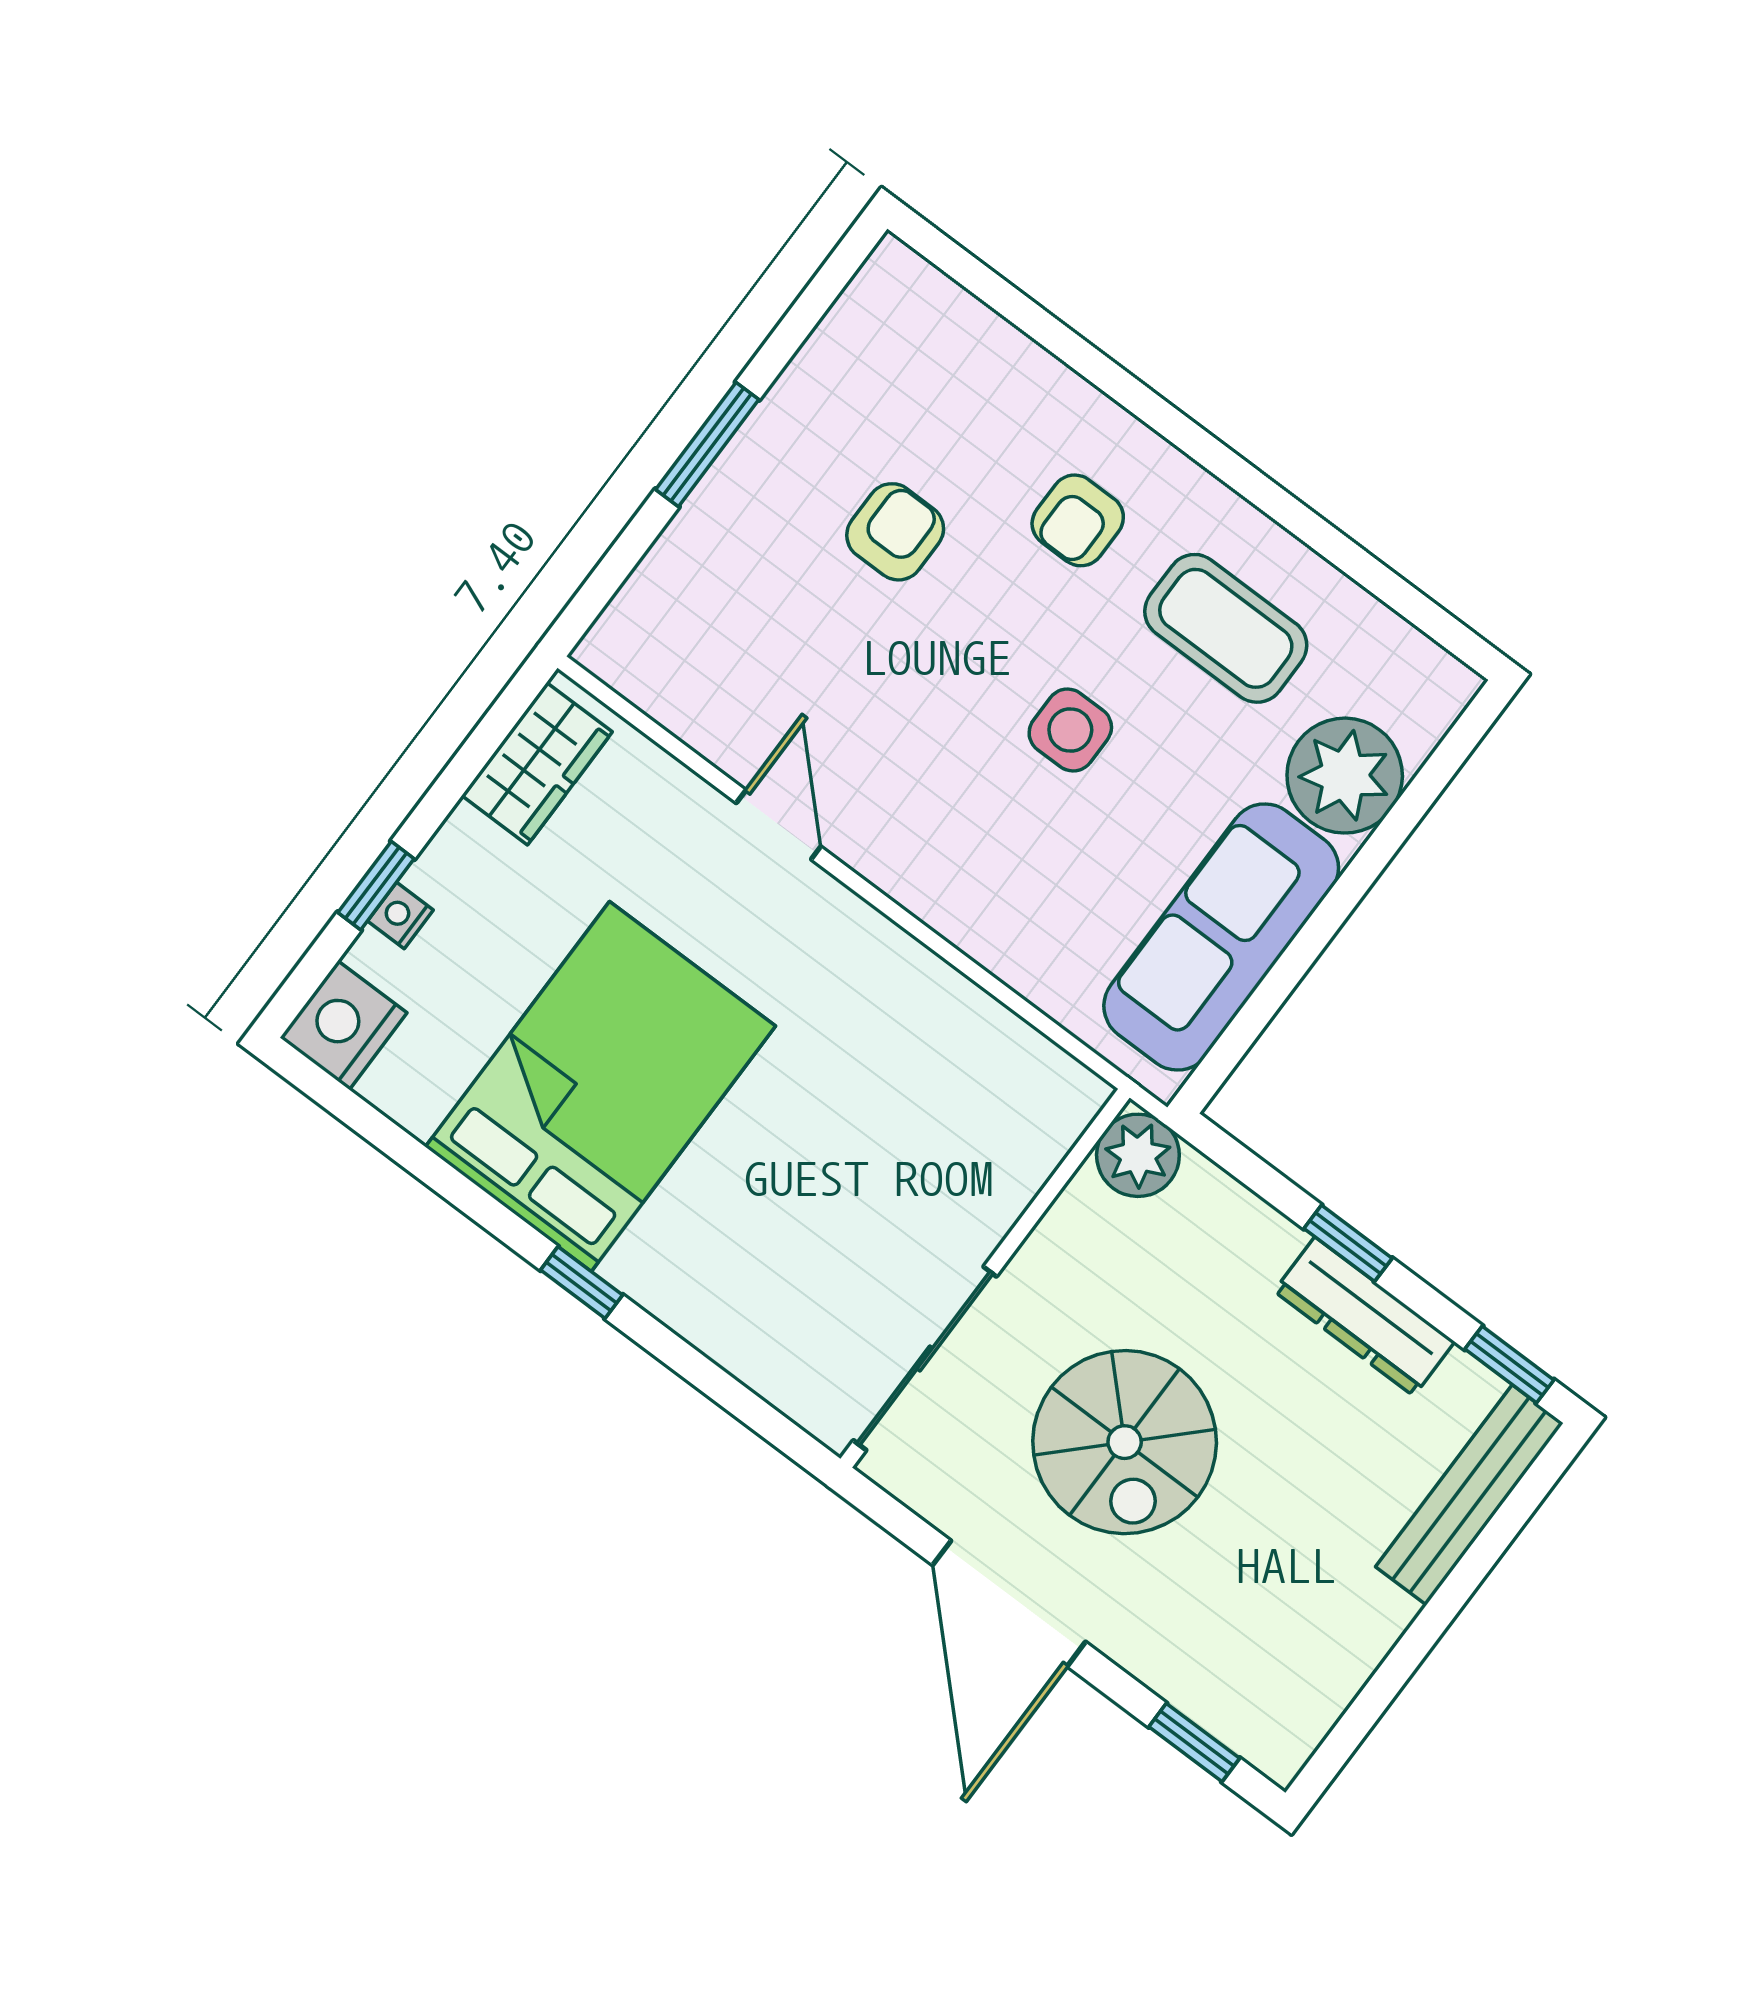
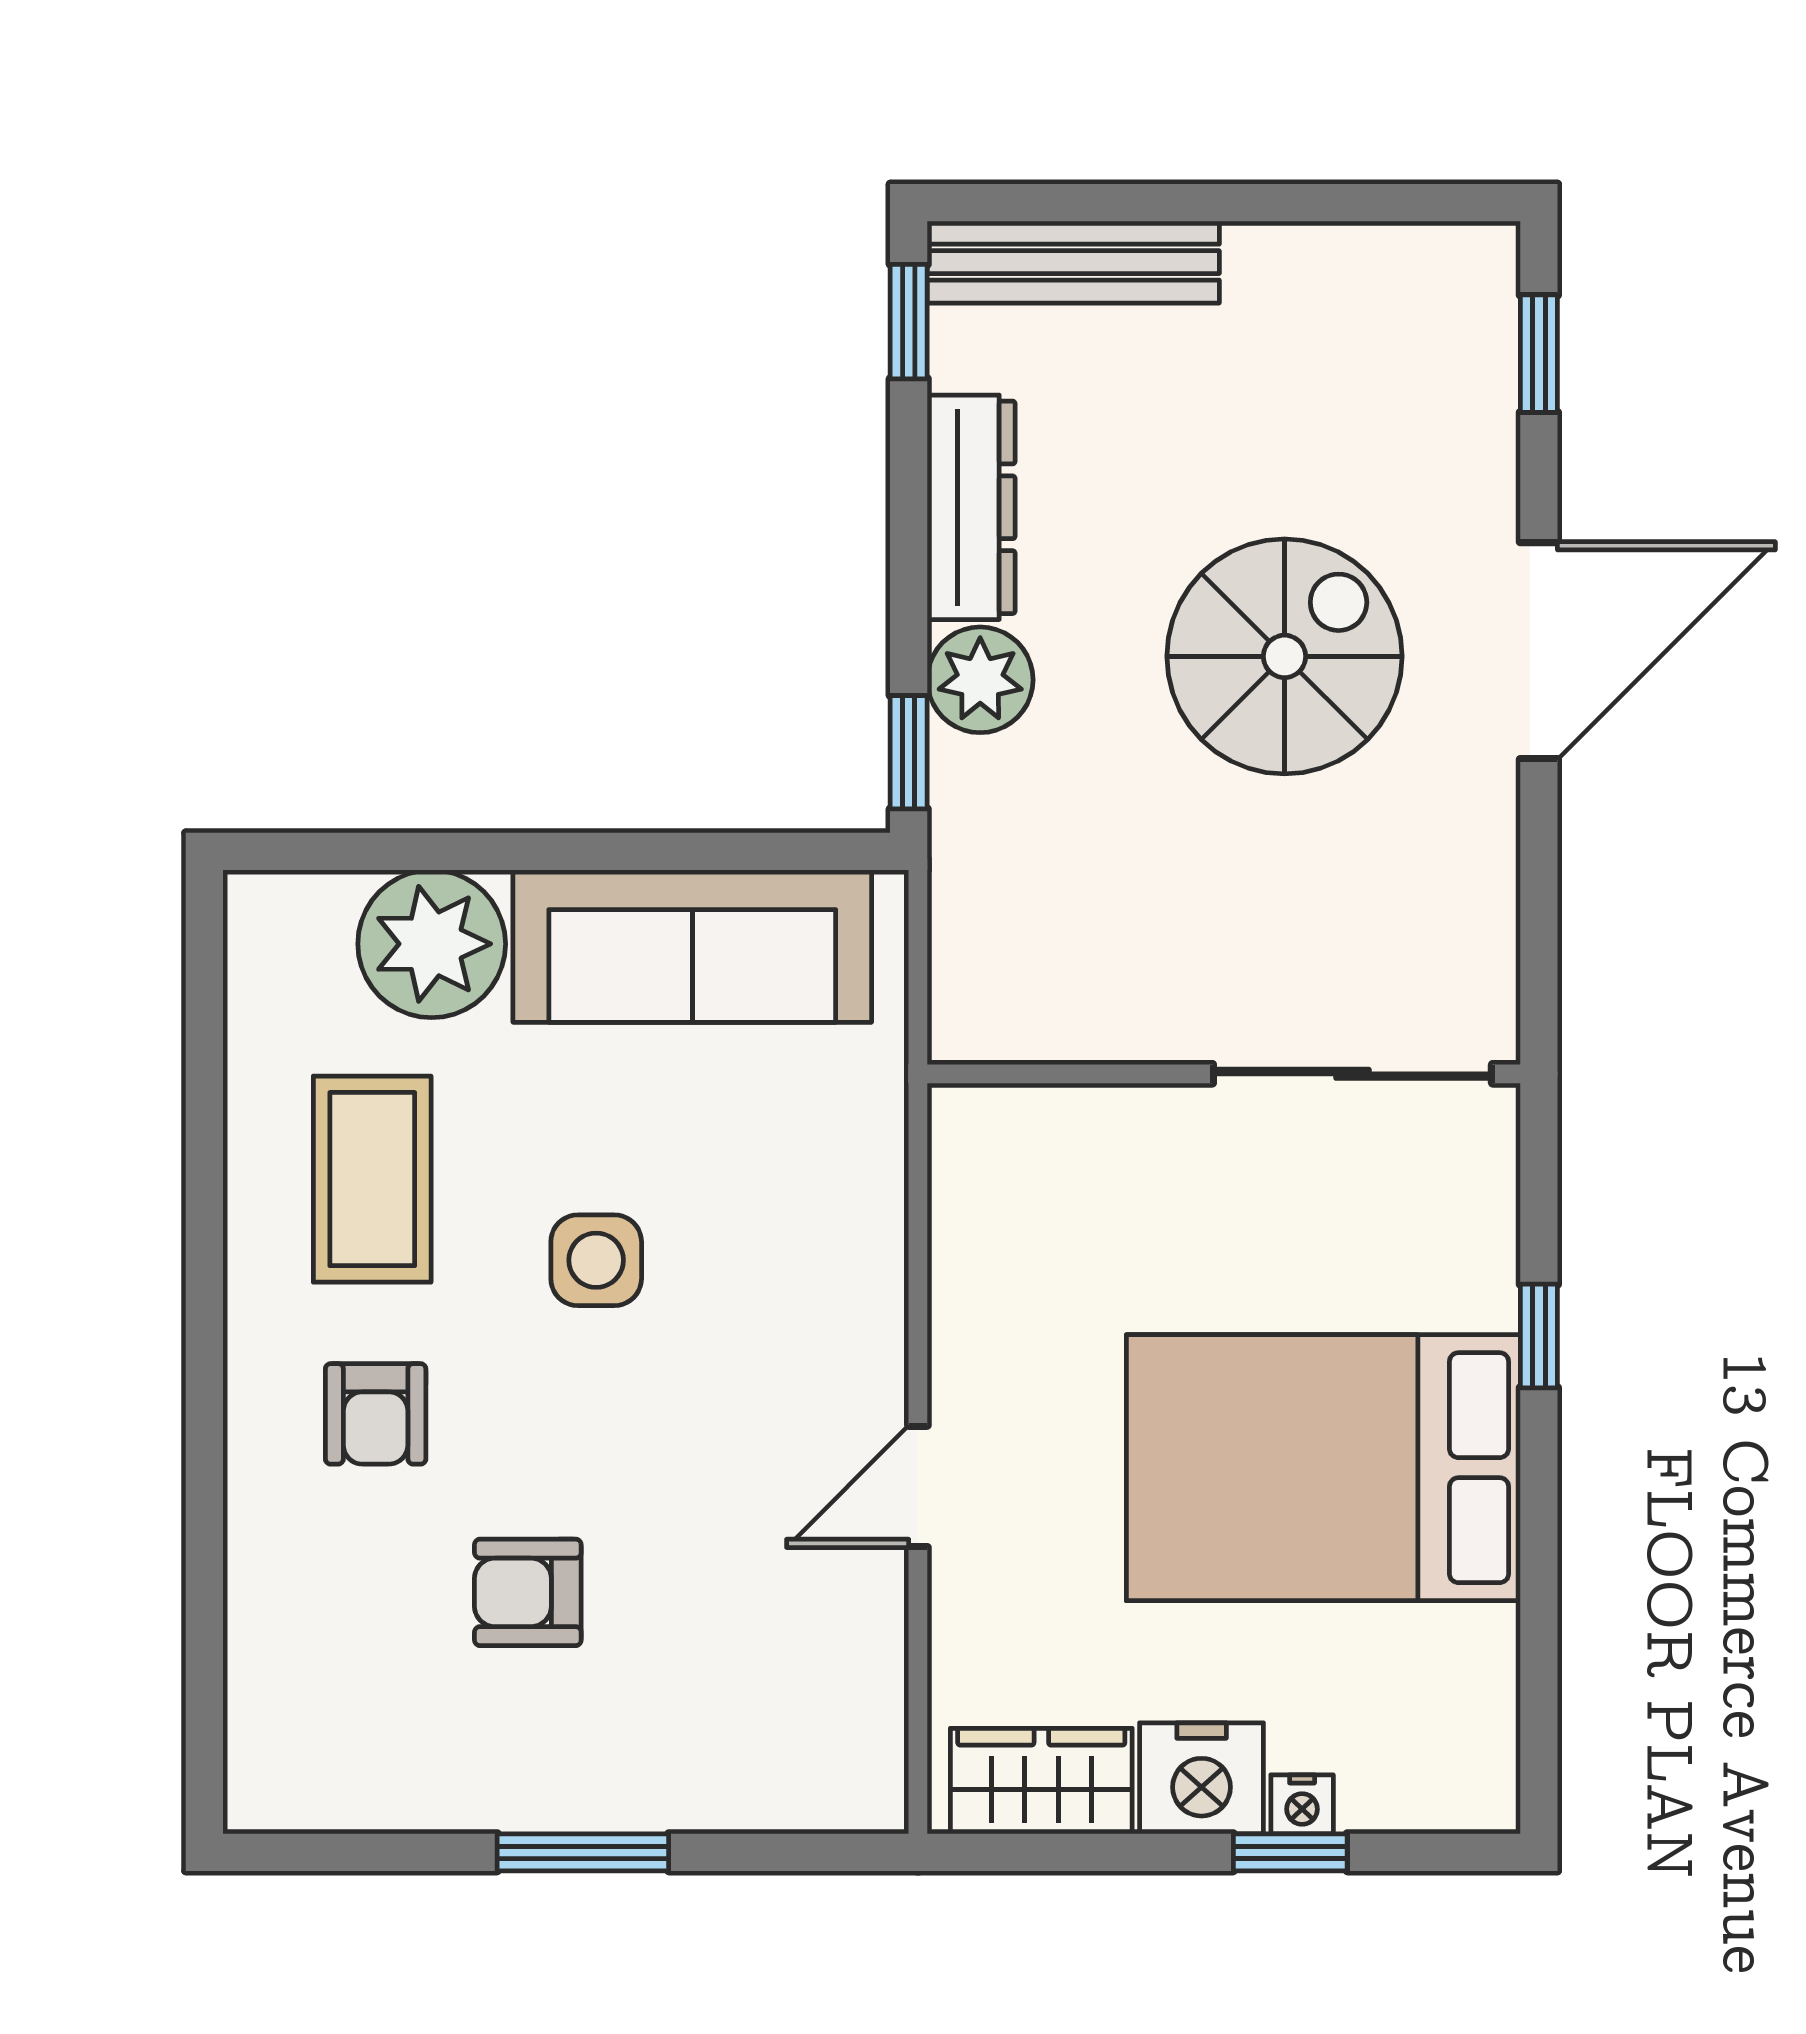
armchair: (1078, 520) -> (376, 1414), turned 90
nightstand: (343, 1025) -> (1202, 1778), moved
plant: (1138, 1155) -> (980, 680), moved
window: (1348, 1243) -> (909, 752), moved
wall: (985, 1278) -> (1224, 1074), moved
sliding door: (925, 1358) -> (1352, 1074), moved

